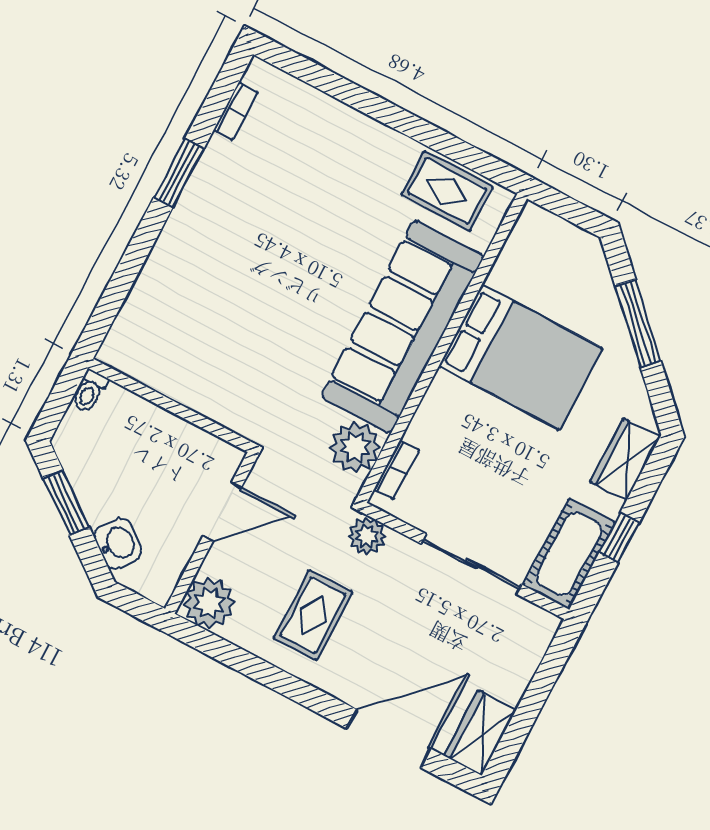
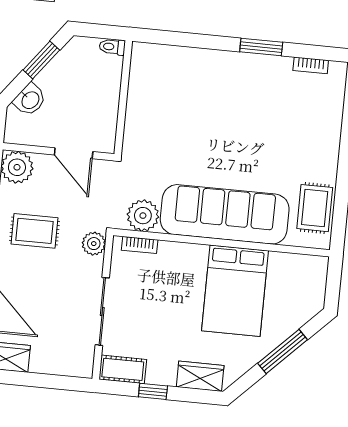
cot: (569, 554) -> (123, 369), width x0.73, depth x0.75

